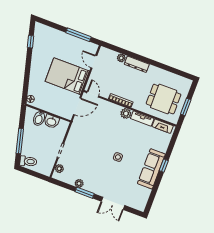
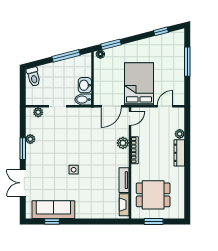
window: (78, 35) -> (187, 62), moved
window: (26, 87) -> (111, 44), added
dining table: (164, 99) -> (153, 195), turned 90
door: (77, 106) -> (111, 106), hinge flipped
plant: (126, 113) -> (123, 143), moved
bidet: (39, 118) -> (83, 100), moved
window: (20, 141) -> (66, 56), moved
window: (164, 166) -> (52, 222), moved
sofa: (151, 169) -> (53, 210), moved

